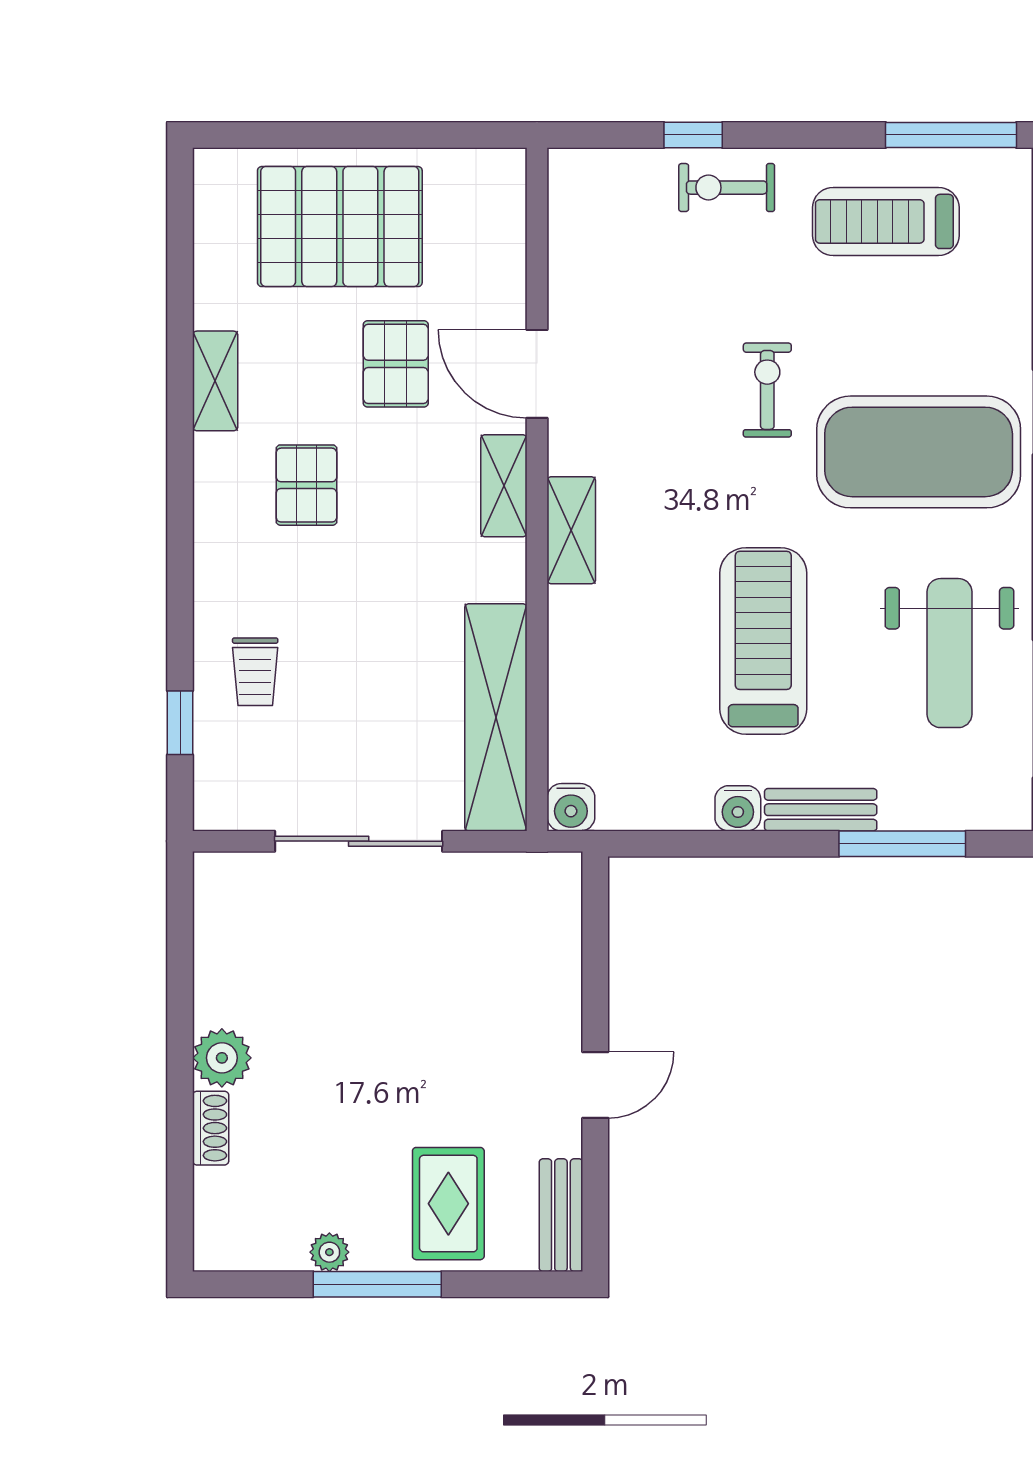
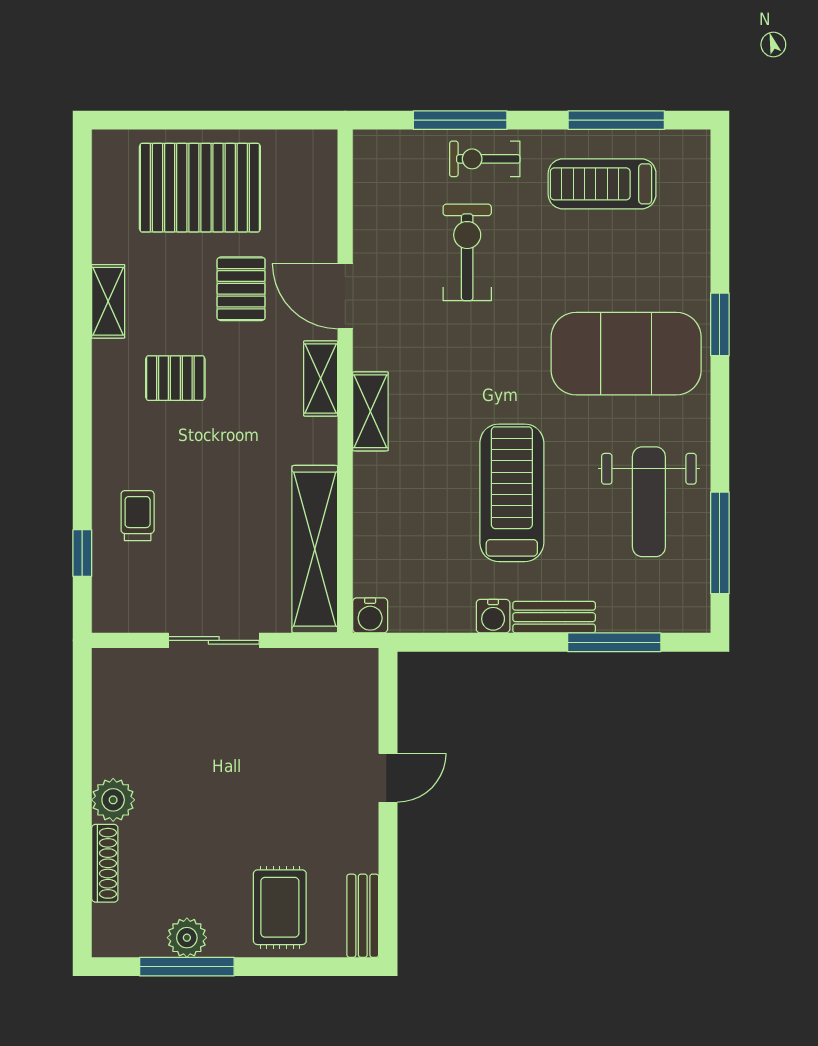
window: (693, 135) -> (460, 120), width x2.17
window: (951, 135) -> (616, 120), moved
exercise bike: (767, 390) -> (467, 252), moved, width x1.38, depth x1.39
pallet: (306, 485) -> (175, 378), turned 90
trolley: (255, 672) -> (138, 516), turned 180
sliding door: (359, 841) -> (214, 640), width x0.73
door: (595, 1085) -> (388, 778), moved
shoe rack: (211, 1128) -> (105, 863), width x1.43
plant: (329, 1252) -> (187, 938), width x1.38, depth x1.38
window: (377, 1284) -> (187, 967), moved

